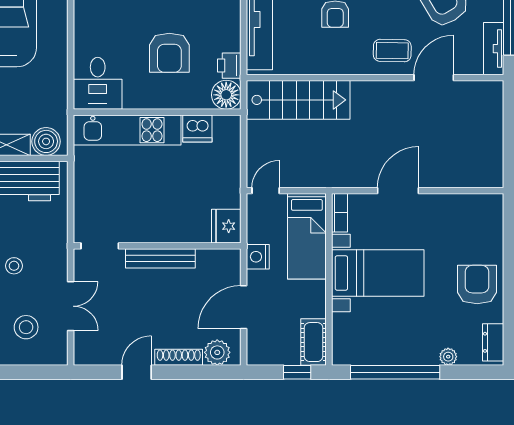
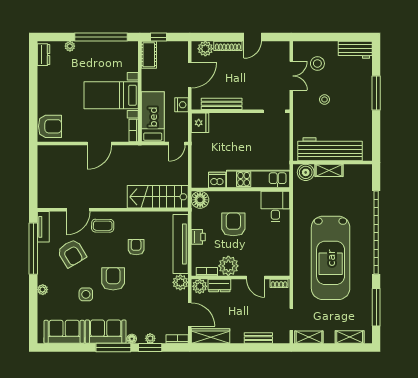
printer: (229, 66) -> (198, 237), moved
bench: (160, 258) -> (222, 104), moved
armchair: (477, 285) -> (50, 126), moved, turned -90
double door: (71, 306) -> (291, 76), swing flipped

